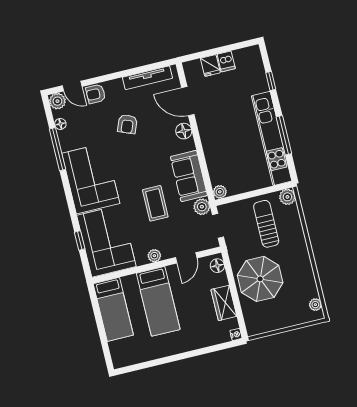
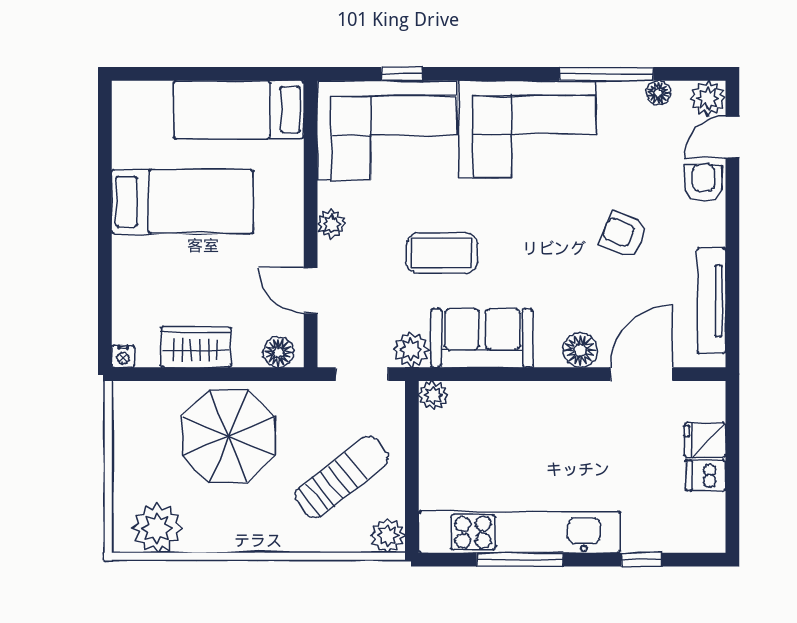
sun lounger: (266, 224) -> (342, 477), turned -38
bed: (158, 301) -> (182, 202), moved, turned 180
plant: (315, 305) -> (157, 528), width x1.88, depth x1.88

